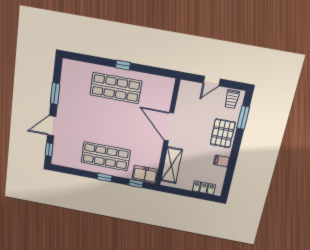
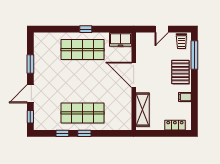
window: (243, 118) -> (194, 55), width x1.44
freezer: (145, 174) -> (121, 39), moved, turned 180
window: (136, 183) -> (62, 133), moved

